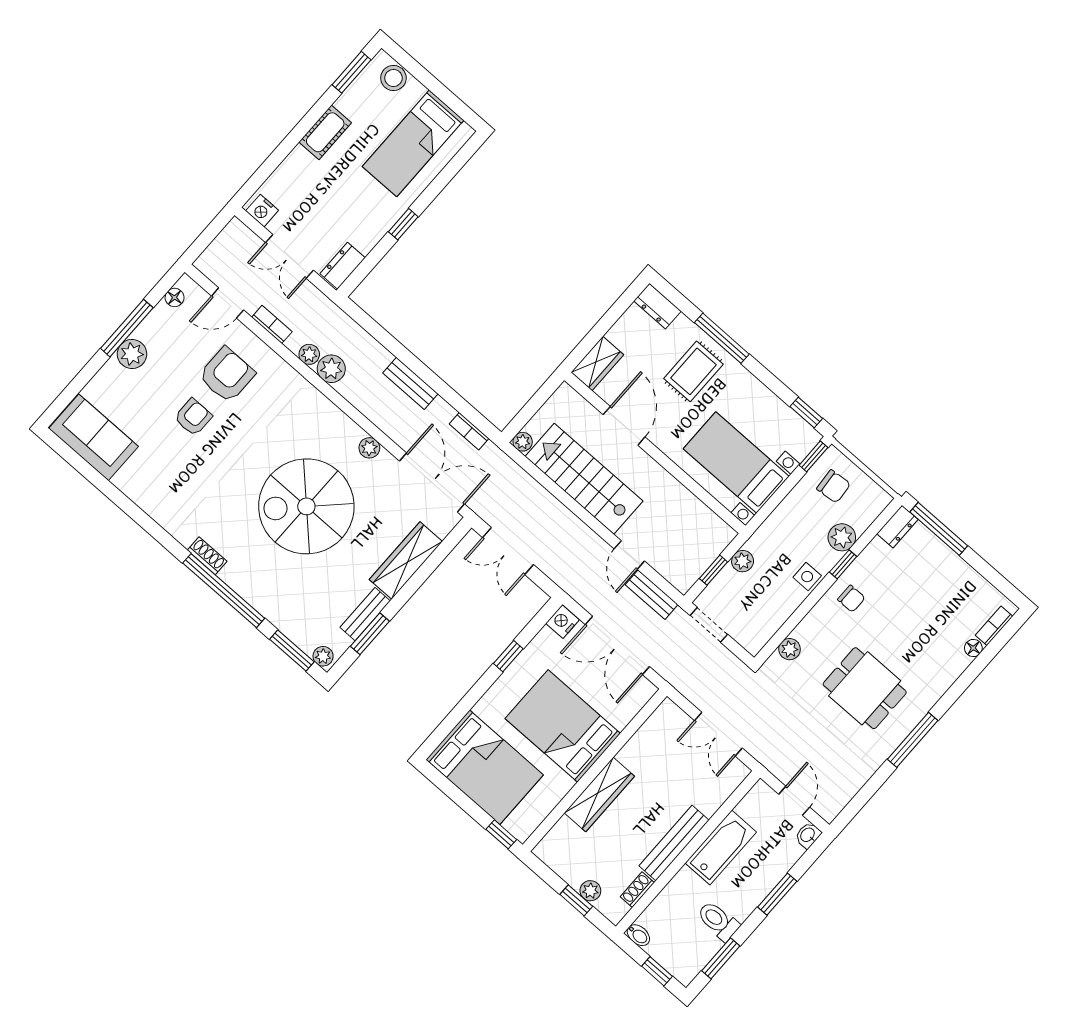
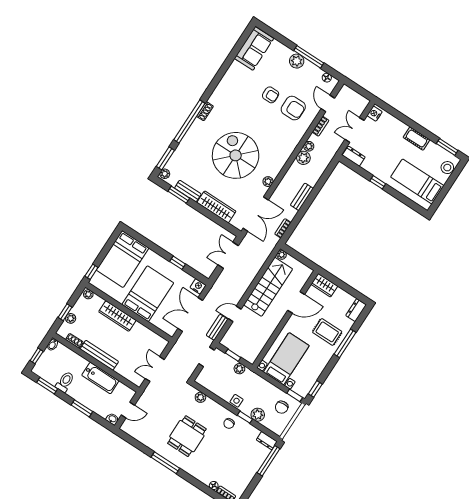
plant: (546, 848) -> (88, 294), added

